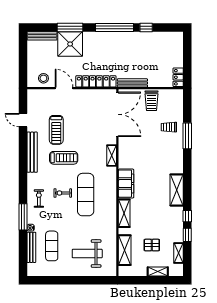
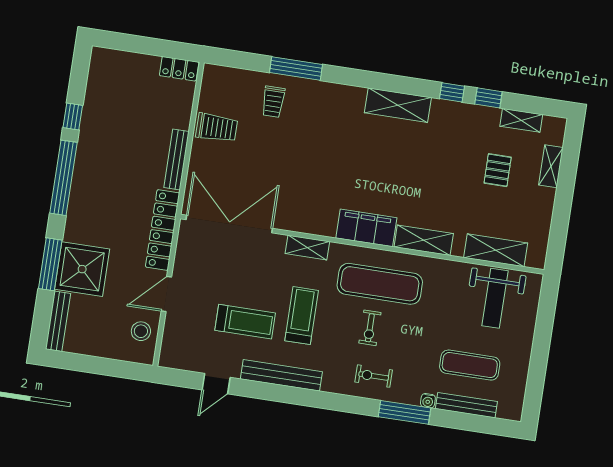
double door: (117, 114) -> (229, 224), moved
shelving: (112, 155) -> (307, 248), moved
wall: (117, 183) -> (362, 244), moved
filing cabinet: (126, 184) -> (366, 228), moved
shelving: (124, 213) -> (424, 240), moved
shelving: (125, 250) -> (496, 250), moved

